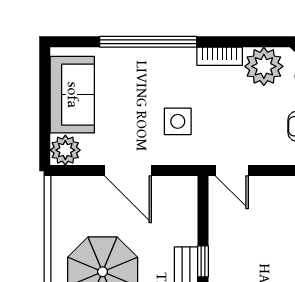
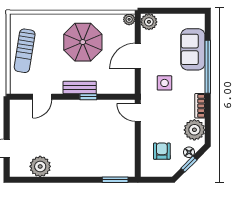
sofa: (72, 95) -> (193, 49), moved, turned 90
door: (232, 170) -> (138, 112), hinge flipped
plant: (61, 186) -> (129, 19), added

